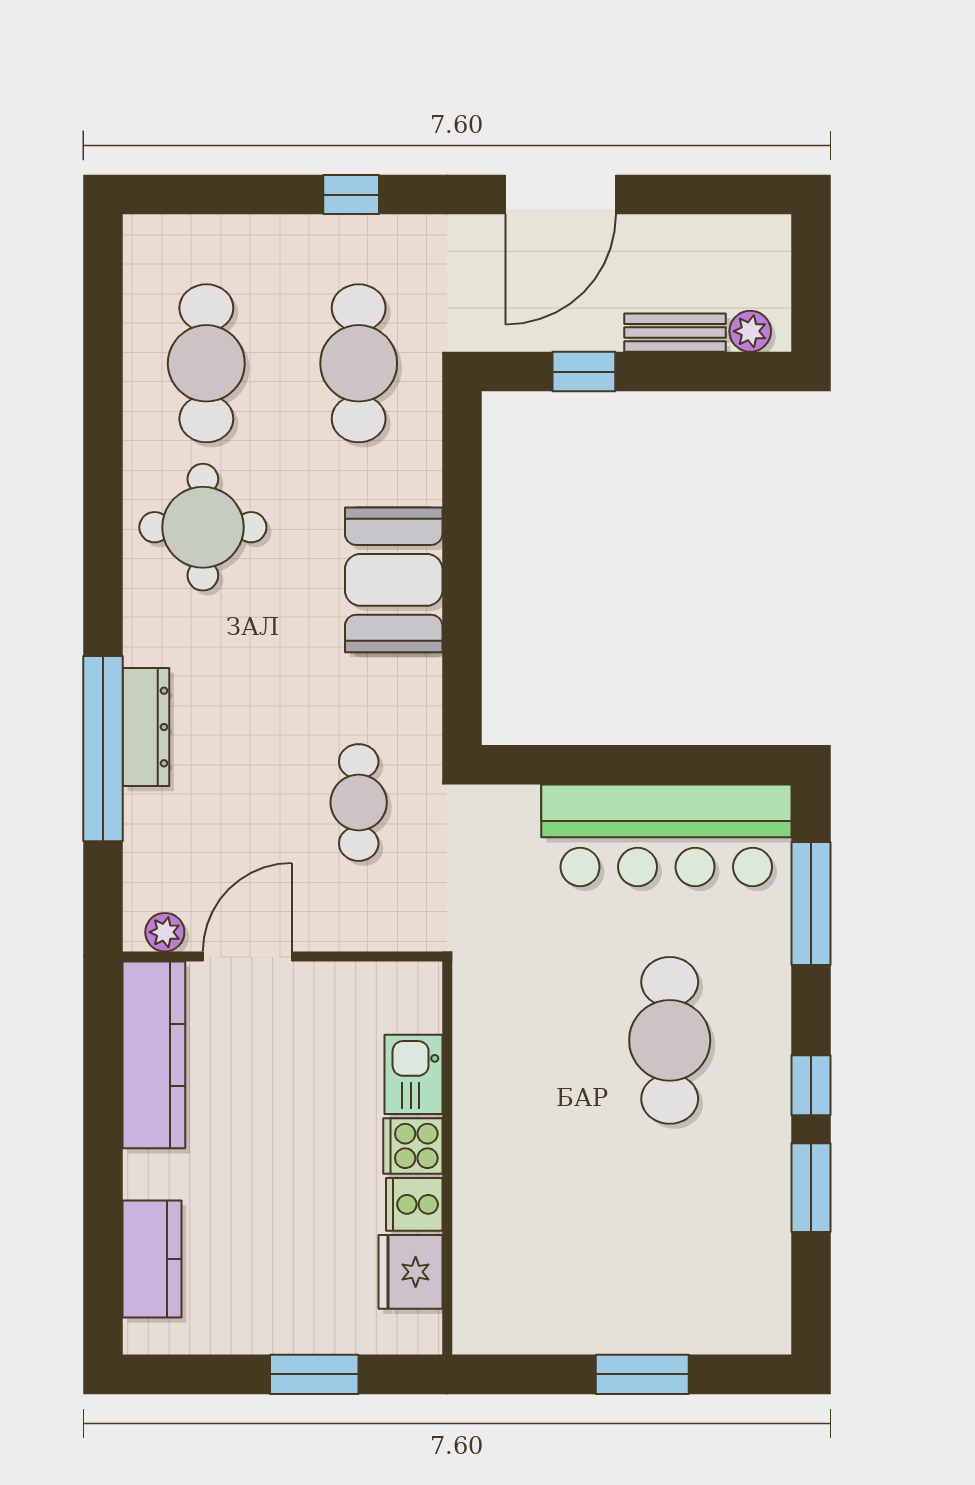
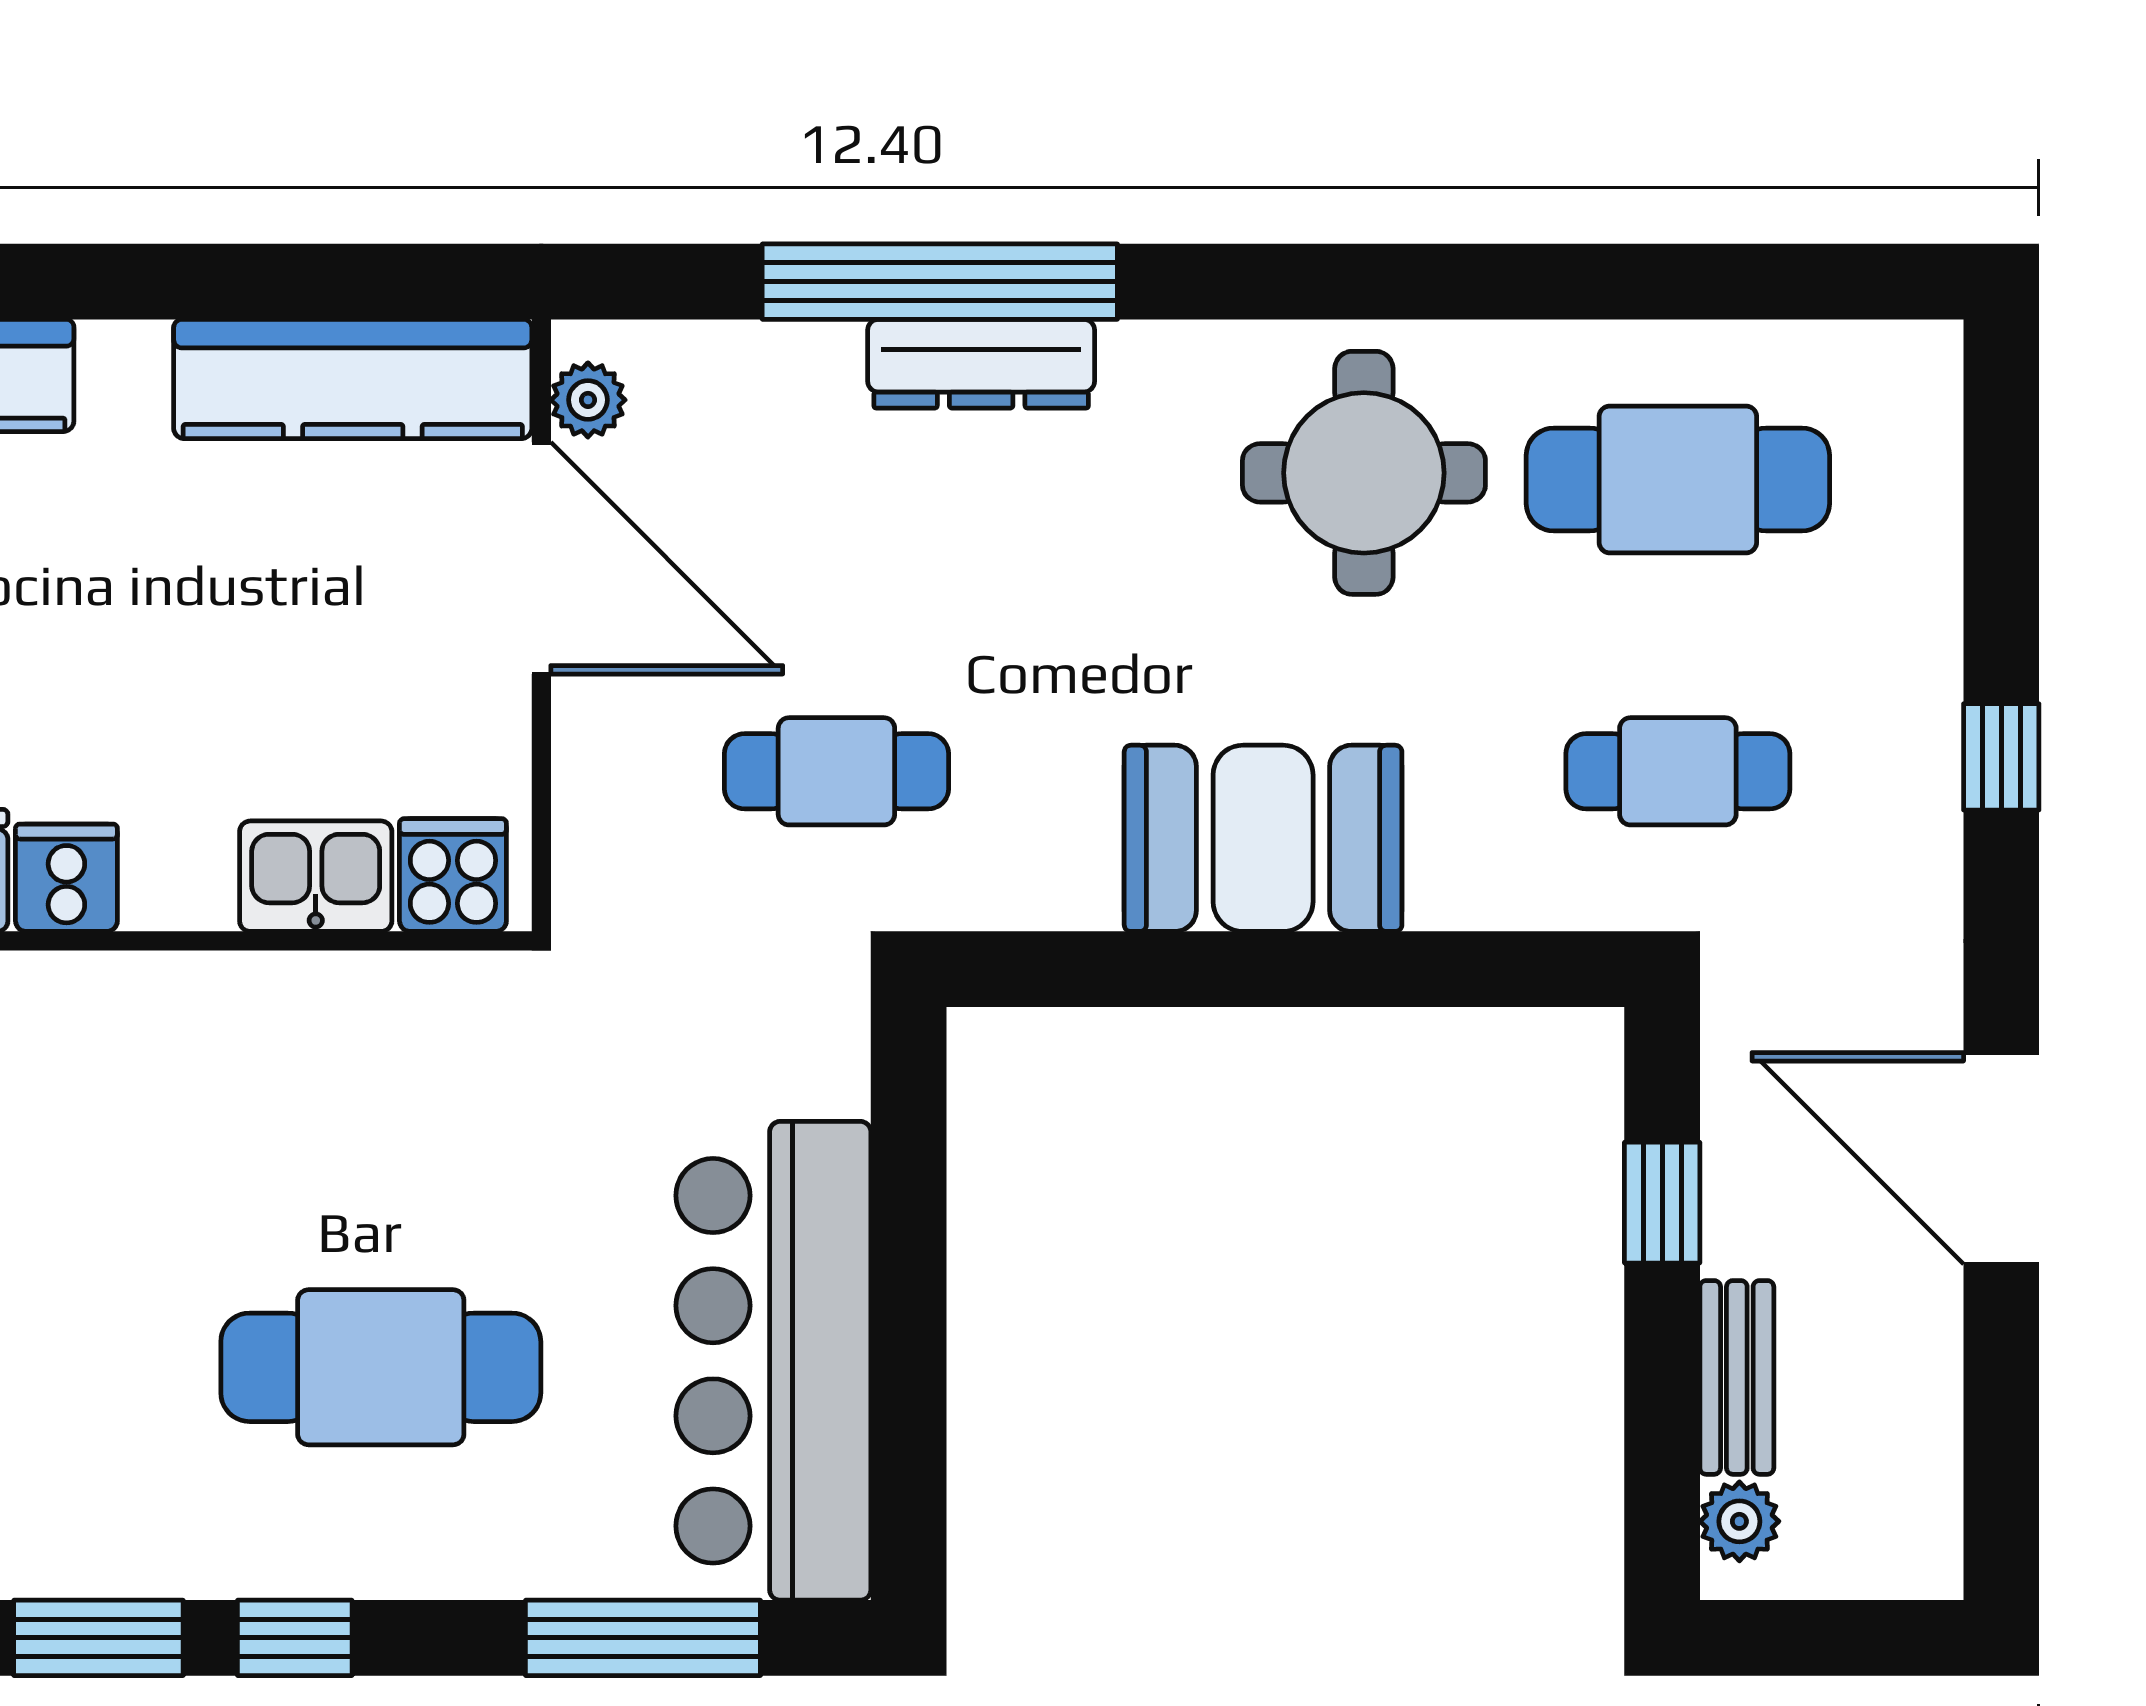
cafe table: (359, 363) -> (1678, 771), width x0.73, depth x0.74
door: (247, 957) -> (541, 558), width x1.36
cooker: (413, 1146) -> (453, 875), moved

